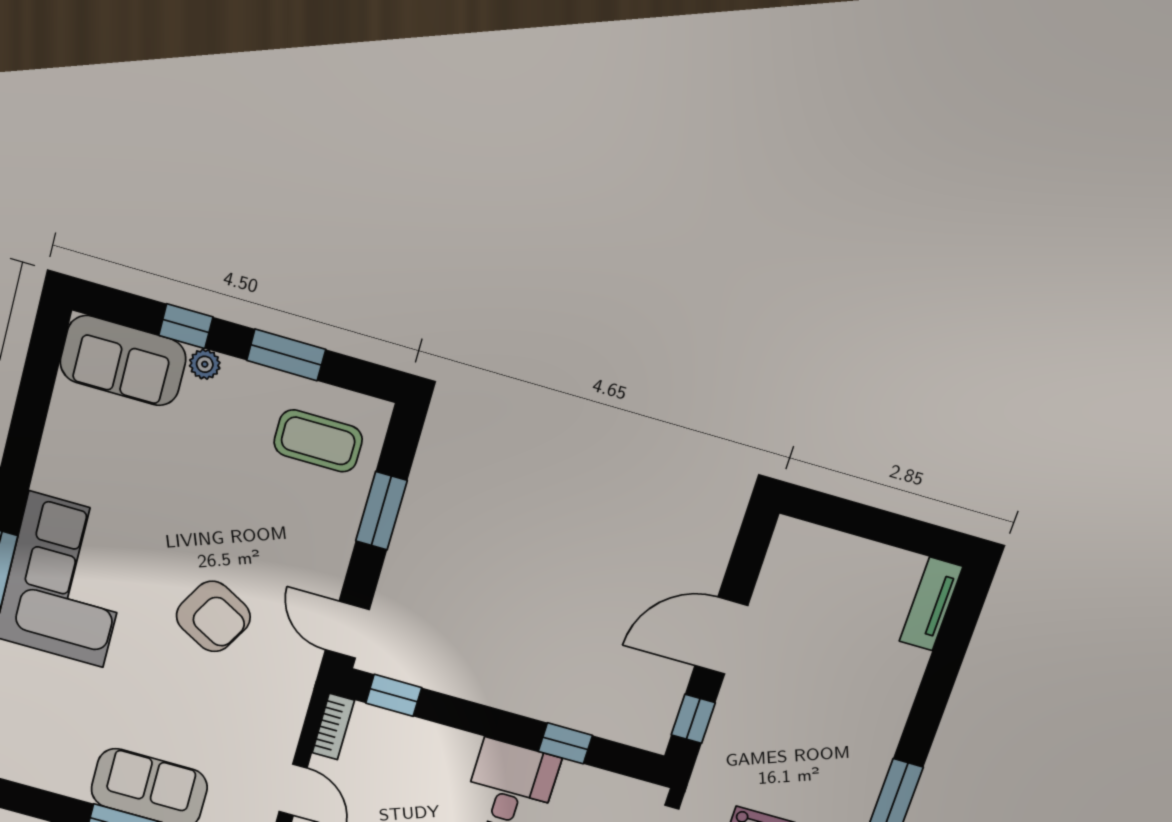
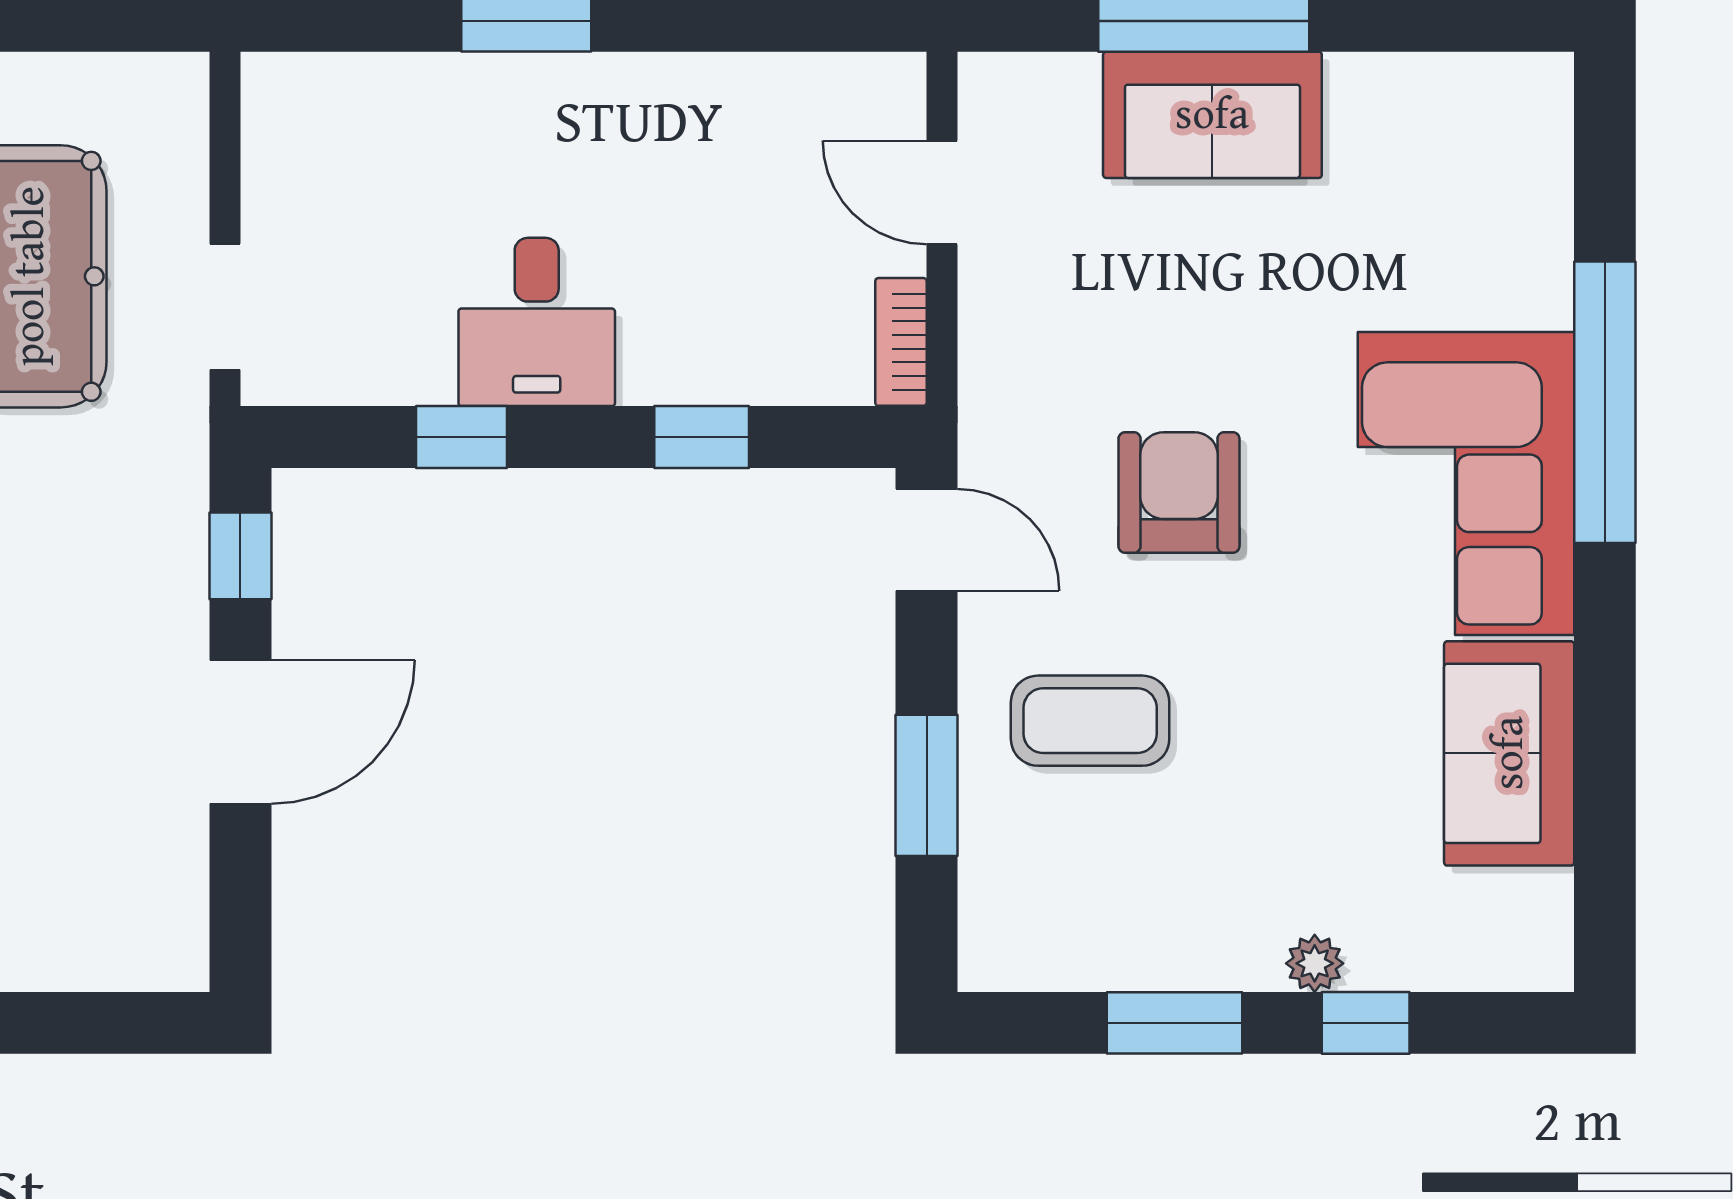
sofa: (123, 361) -> (1509, 753), moved, turned -90
coffee table: (318, 441) -> (1090, 721), moved
armchair: (213, 616) -> (1179, 493), turned 61
window: (394, 695) -> (702, 437), moved

